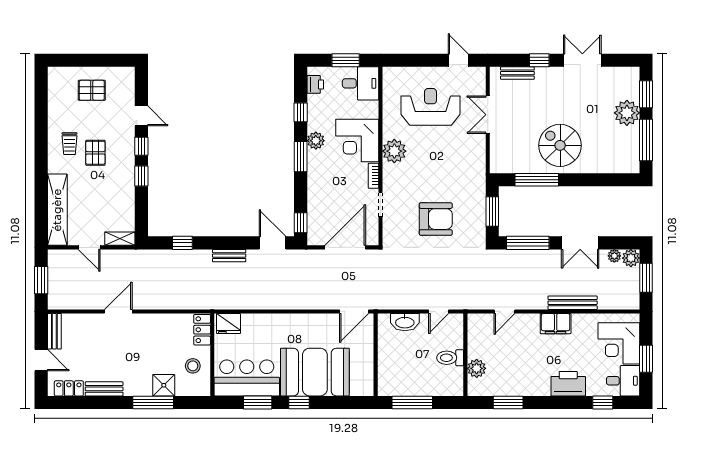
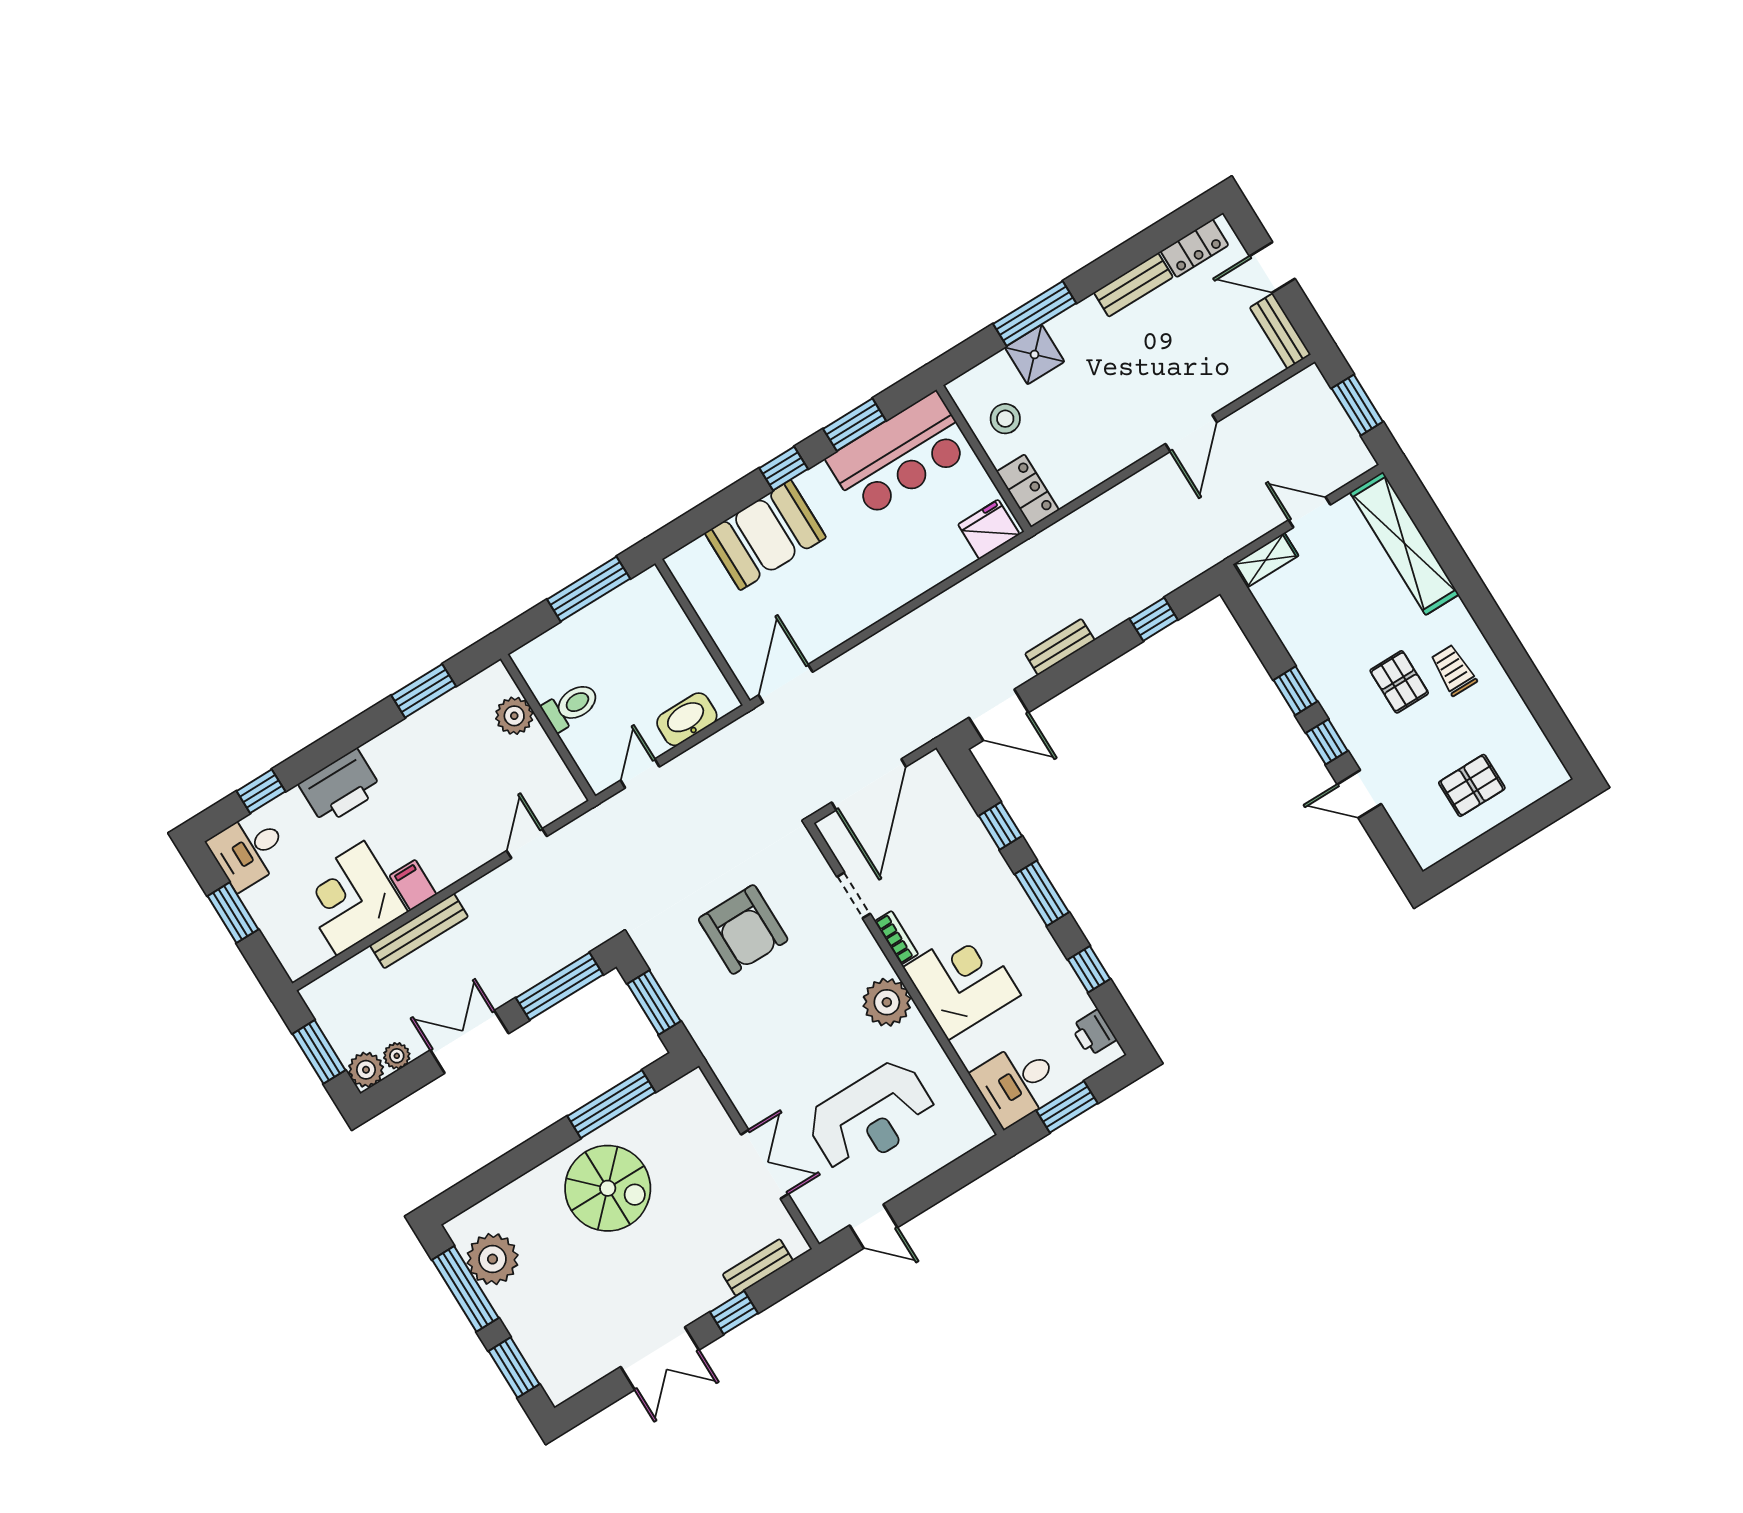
plant: (627, 113) -> (493, 1259), moved
plant: (316, 141) -> (1033, 937), removed
armchair: (436, 219) -> (743, 929), turned -90
window: (301, 223) -> (1000, 826), moved
filing cabinet: (556, 324) -> (413, 885), width x0.50
corner desk: (619, 343) -> (350, 898), moved, turned -90
booth: (315, 372) -> (765, 535), width x0.73, depth x0.70

